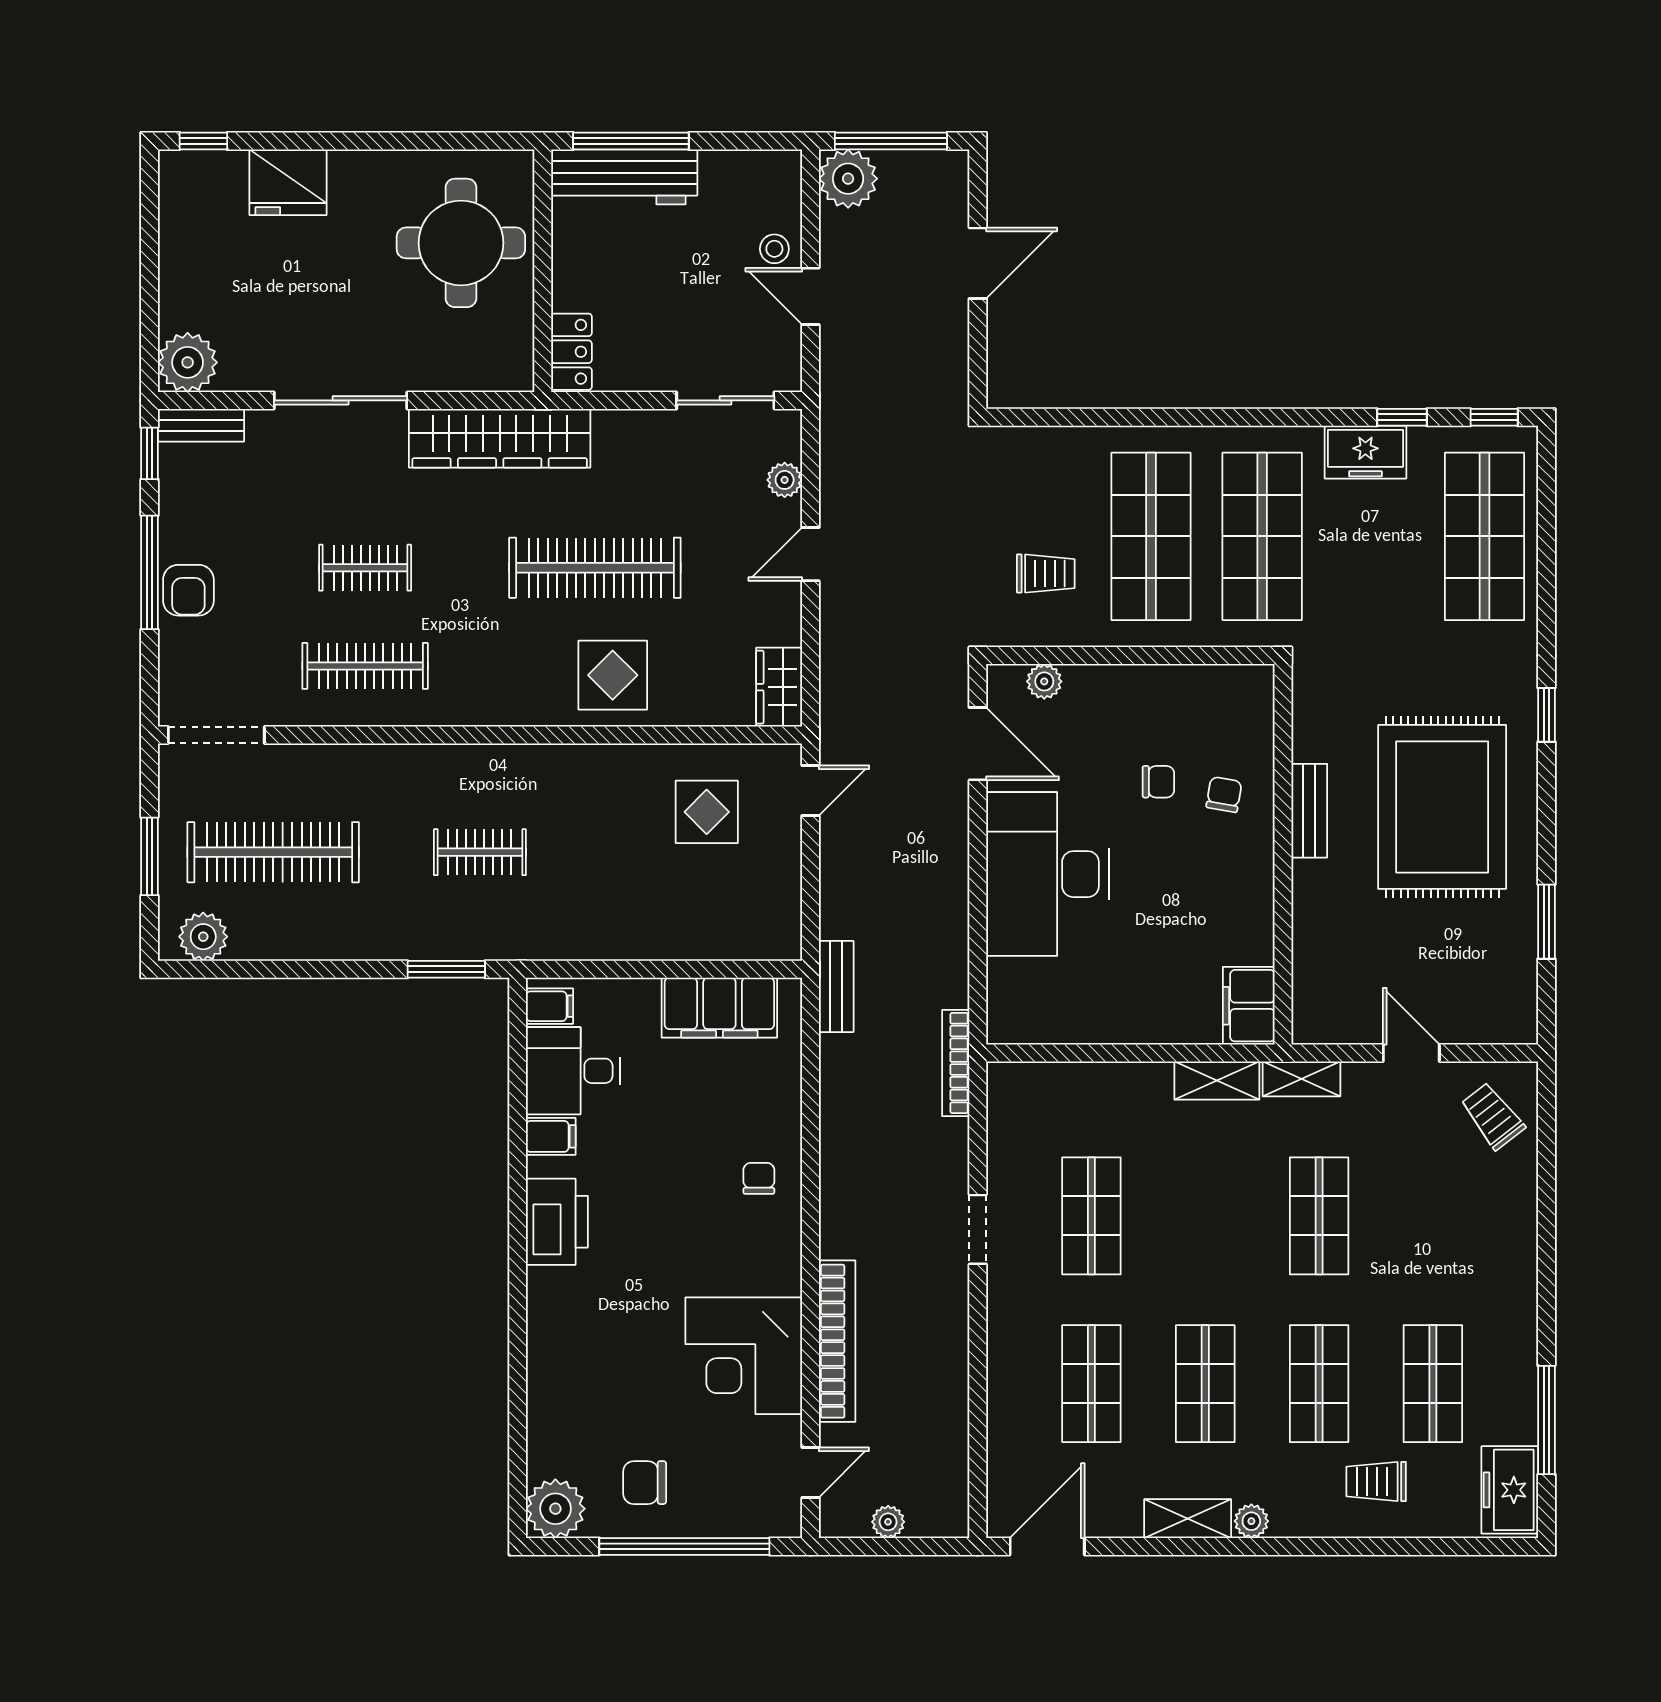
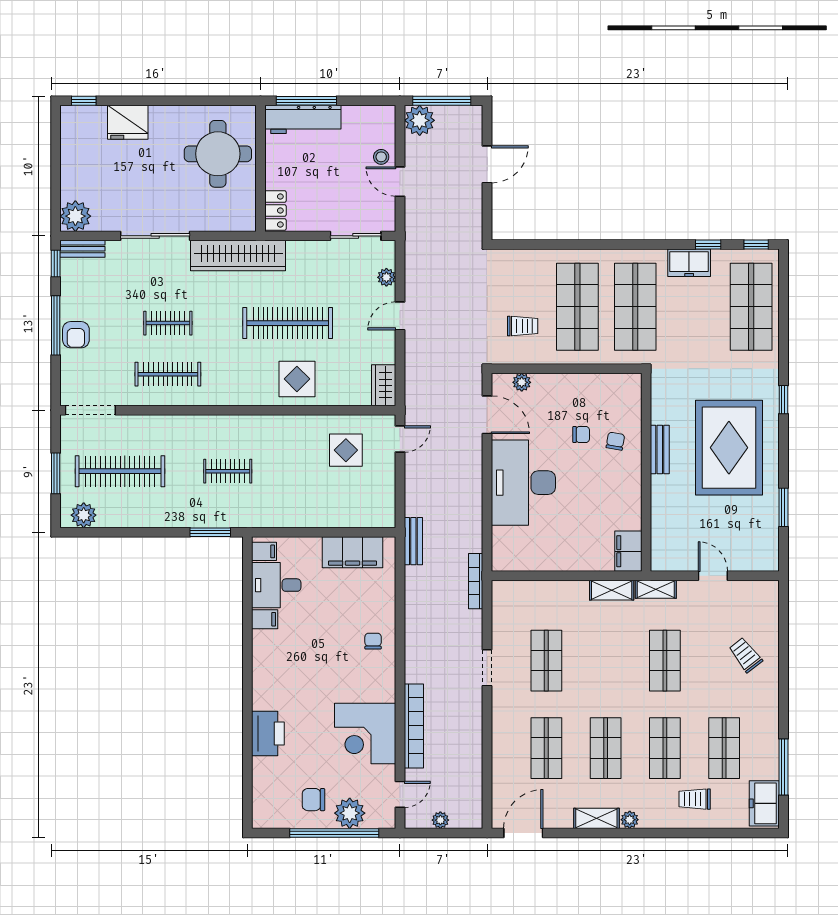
trolley: (1493, 1116) -> (746, 655), moved
printer: (557, 1222) -> (268, 733), moved
plant: (555, 1509) -> (350, 813), moved

